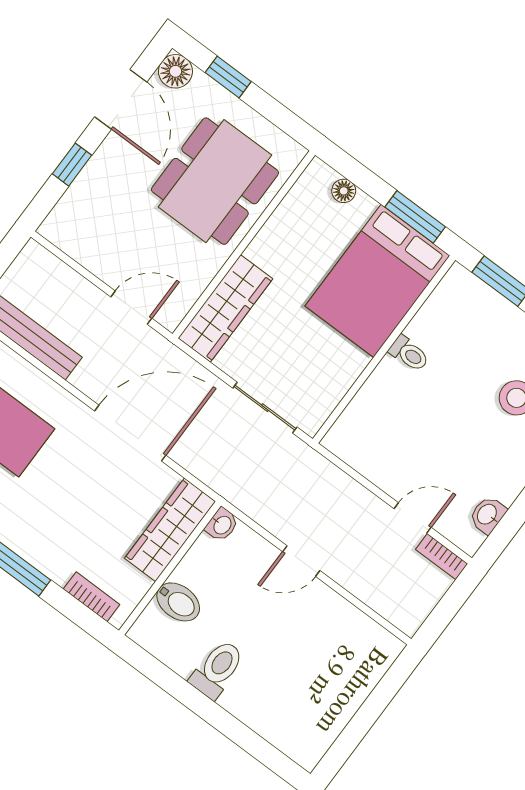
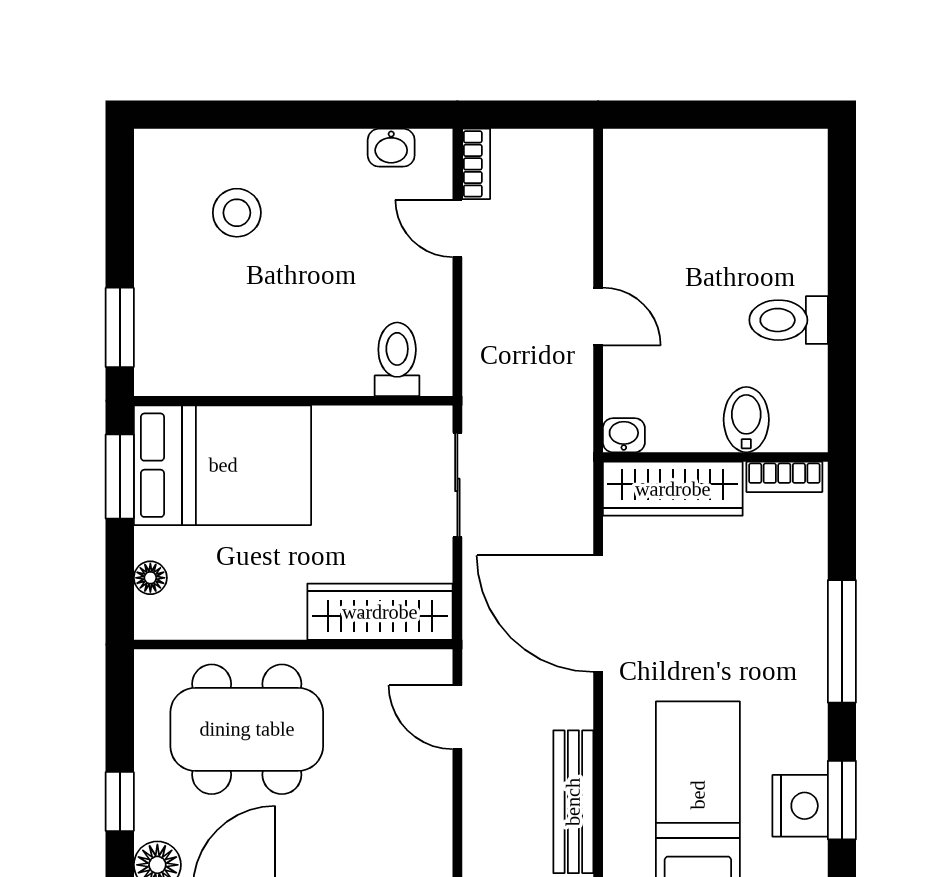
toilet: (409, 354) -> (397, 359), moved, width x1.37, depth x1.39
bookcase: (92, 597) -> (784, 477), moved, turned -90

